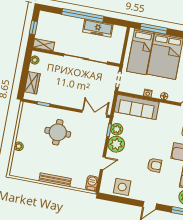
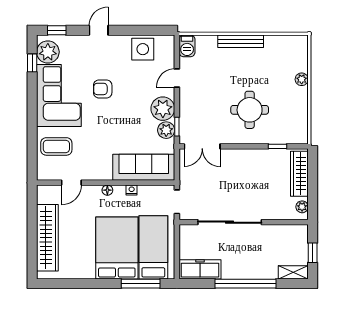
freezer: (98, 28) -> (200, 269), moved
shelving: (44, 45) -> (293, 272), moved
wardrobe: (32, 83) -> (299, 174), width x1.50

